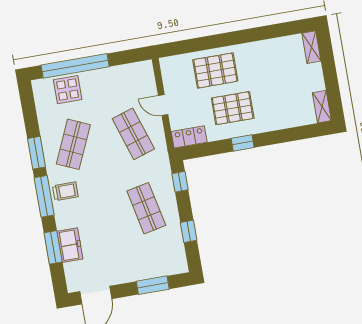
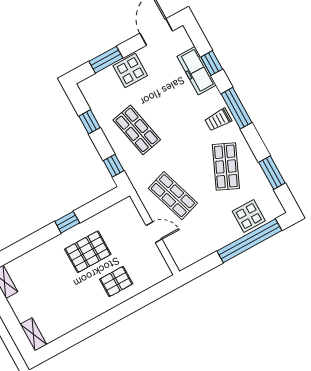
pallet: (215, 70) -> (116, 282), width x0.67, depth x0.71
locker: (189, 137) -> (119, 211), removed
window: (37, 153) -> (272, 173), moved
freezer: (70, 245) -> (197, 71), width x1.40
window: (53, 247) -> (212, 63), width x0.67
display table: (133, 267) -> (130, 71), added

